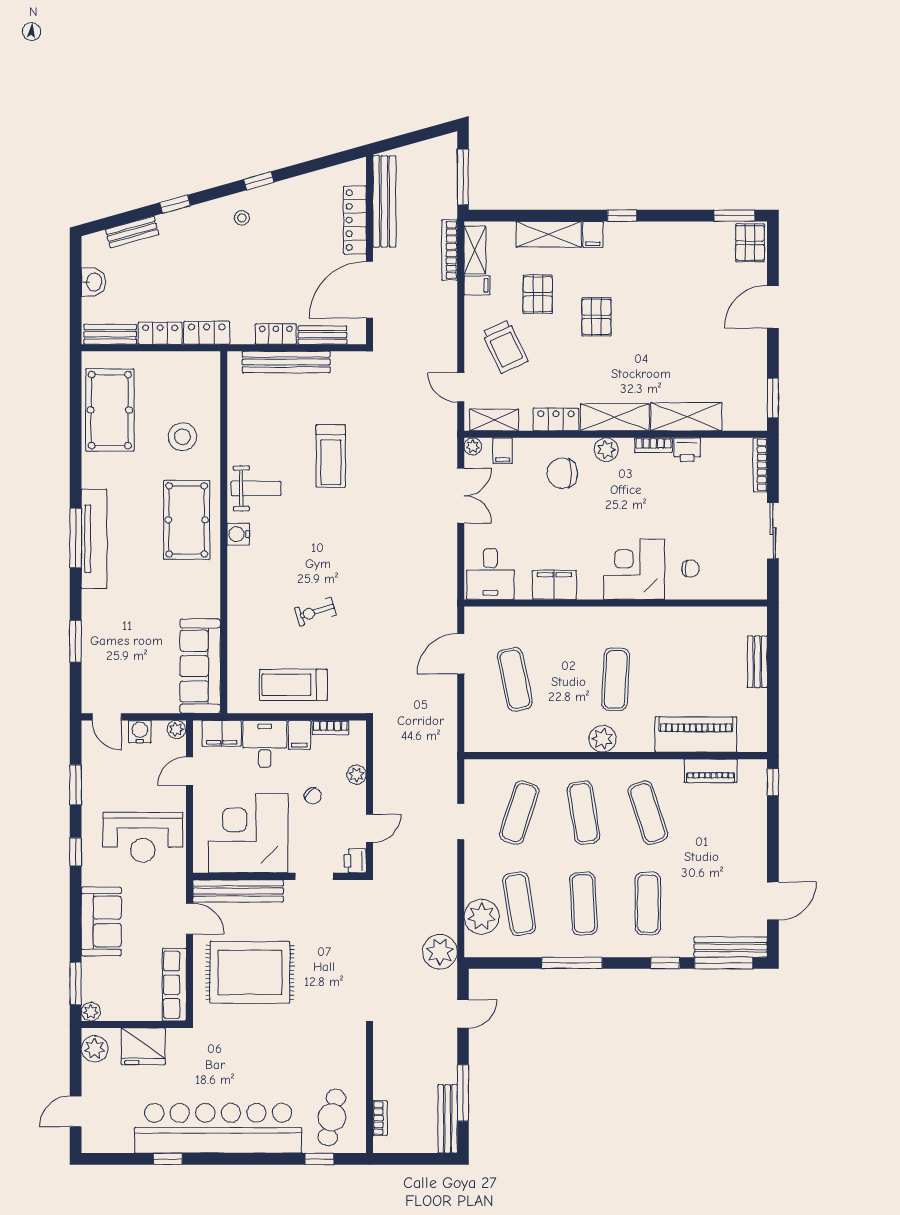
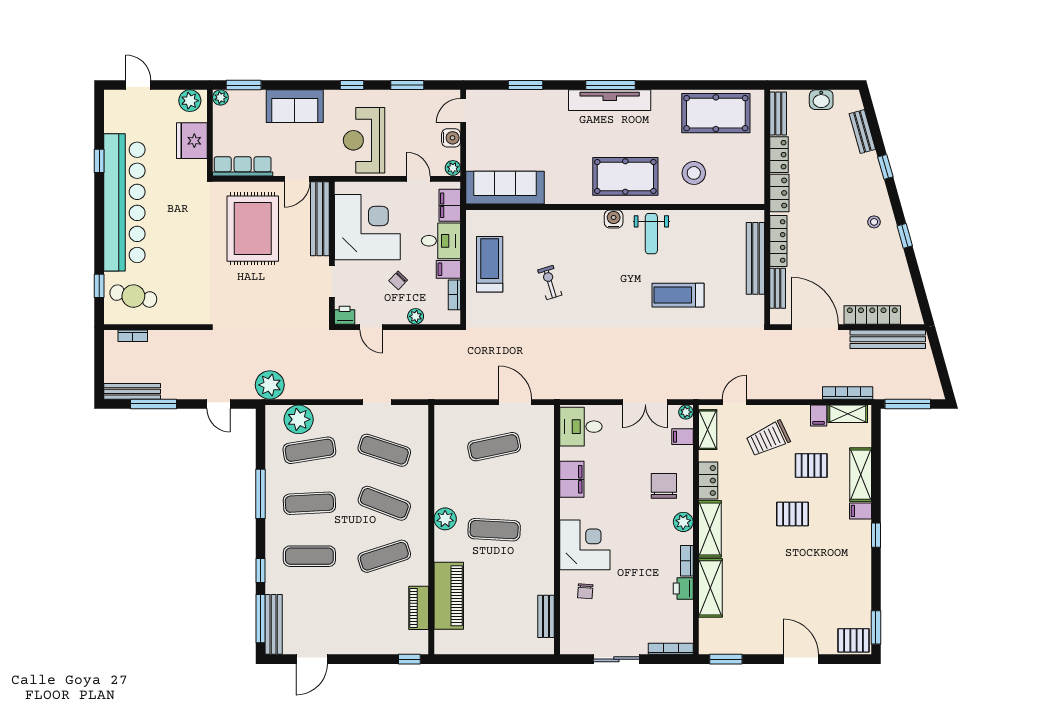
locker: (276, 334) -> (778, 241), width x1.53
bench: (757, 662) -> (546, 616), moved, turned 90
exercise mat: (583, 813) -> (384, 503), turned 30
door: (773, 901) -> (312, 659), hinge flipped

